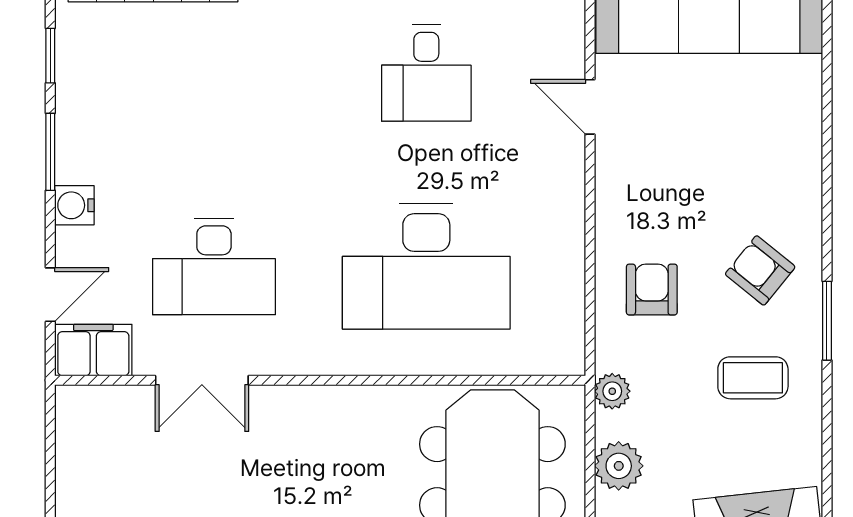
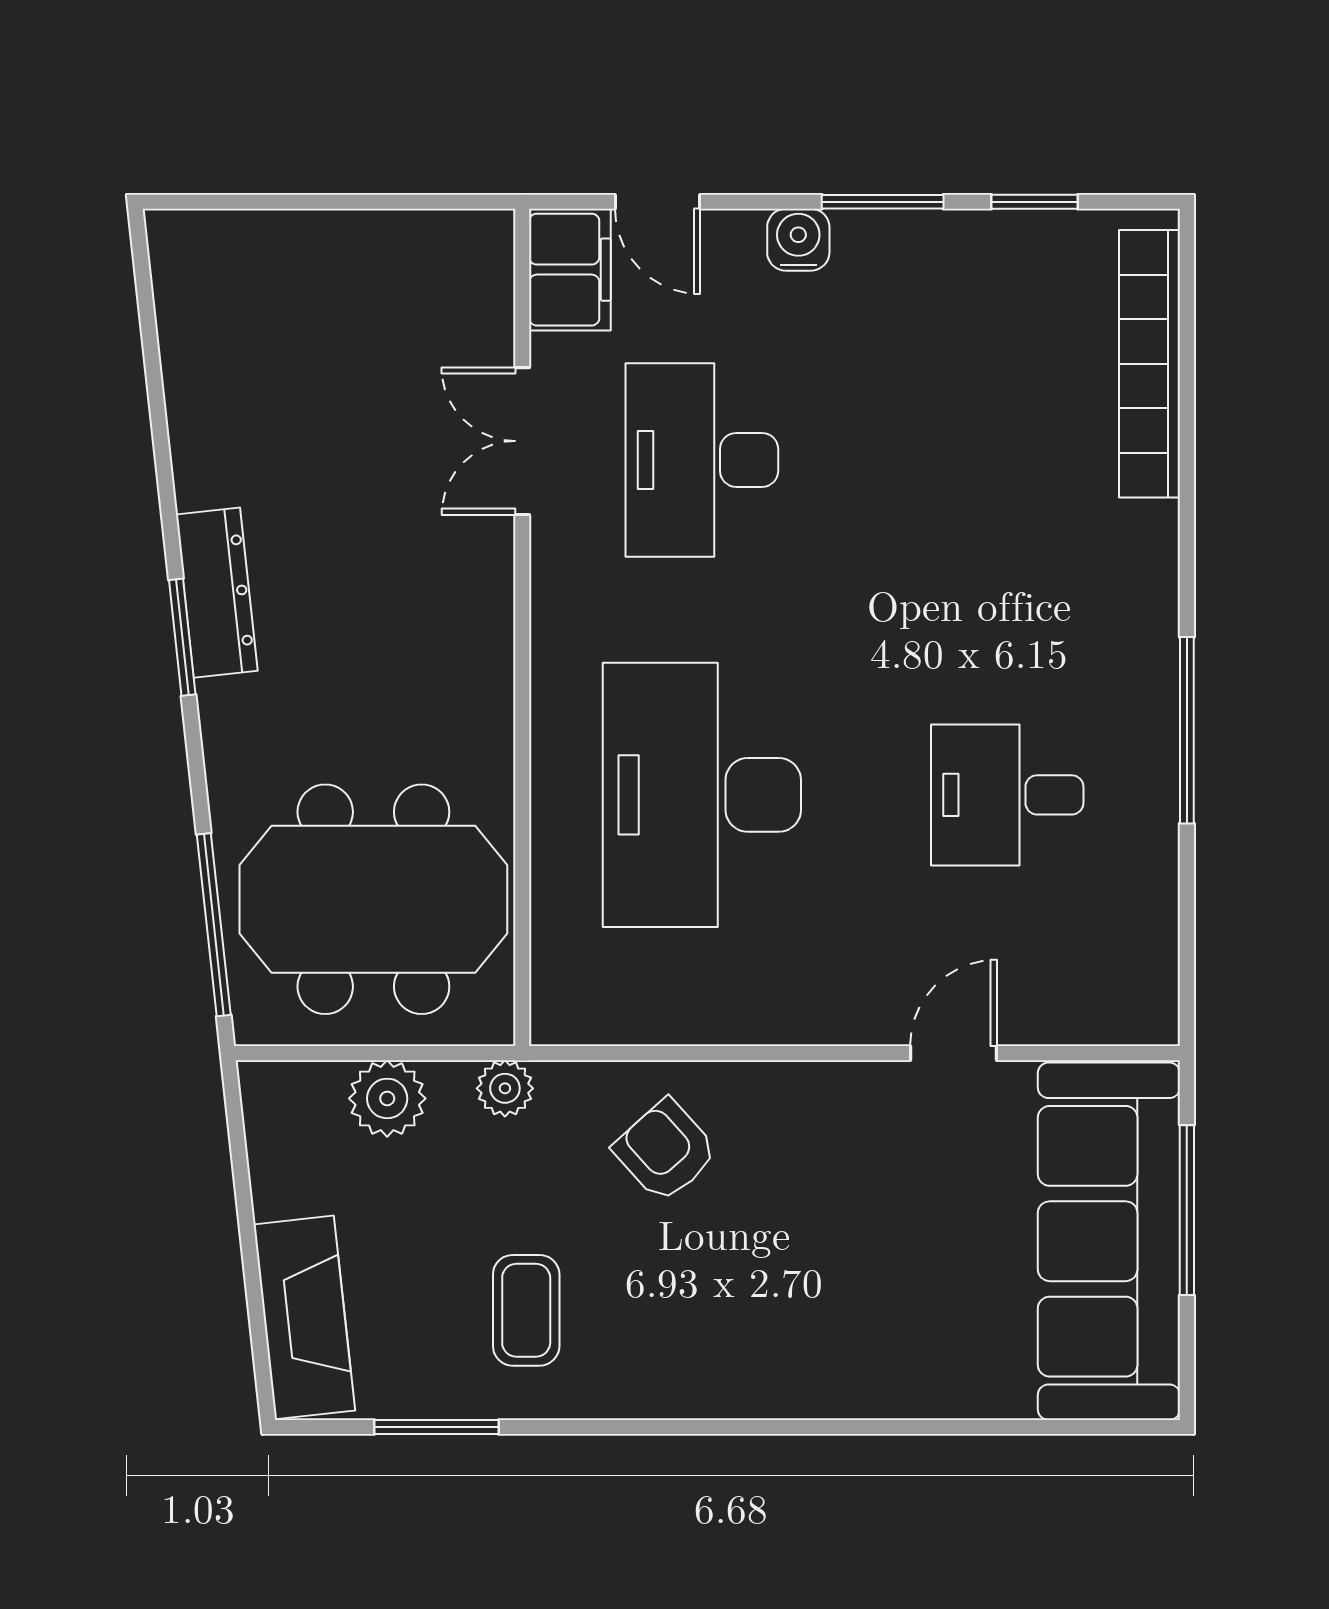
armchair: (760, 270) -> (696, 1322), removed
armchair: (652, 290) -> (665, 1151), turned -132
window: (827, 321) -> (437, 1427), moved

